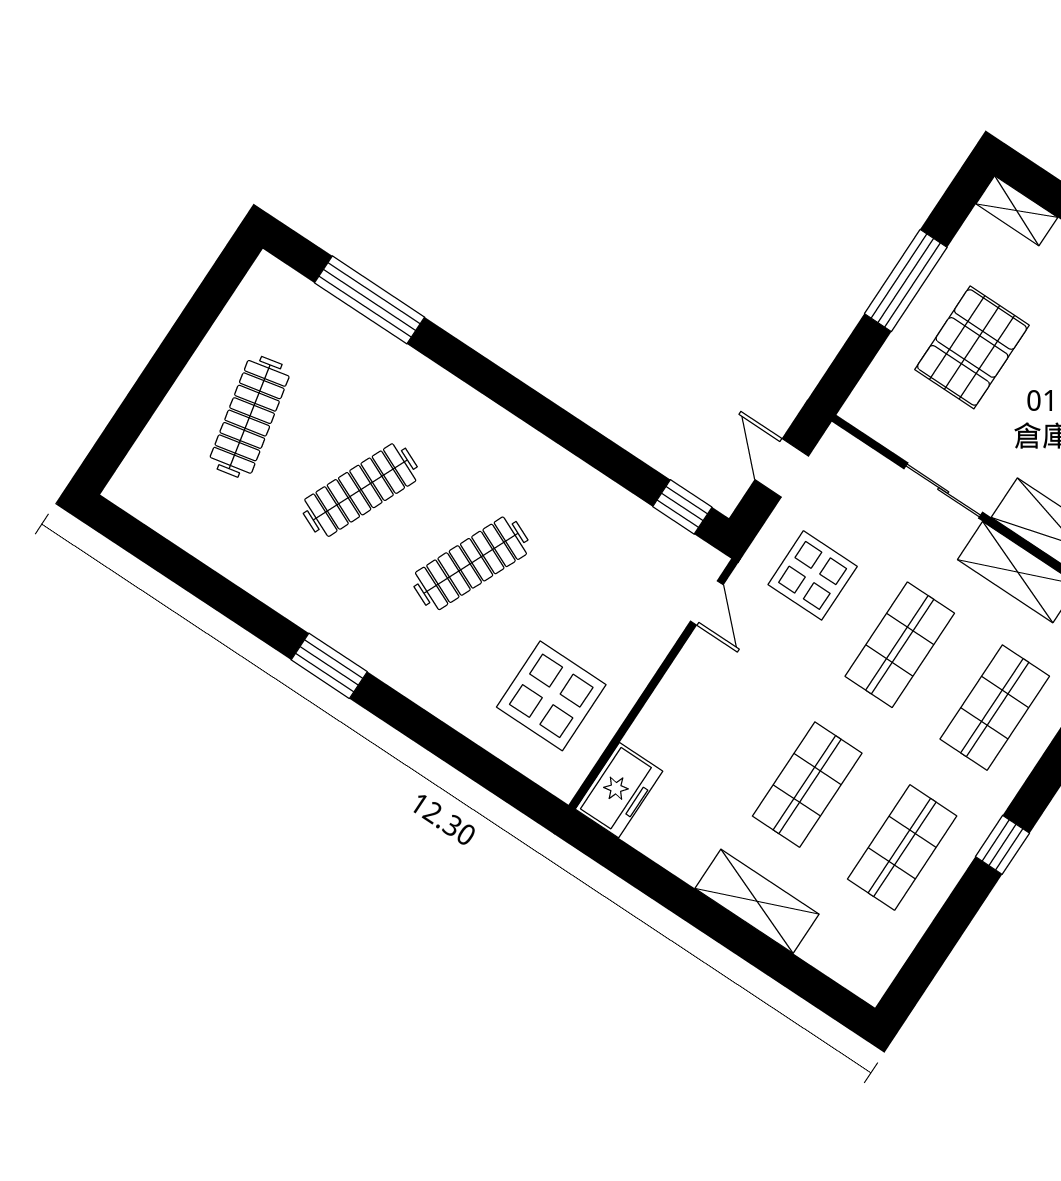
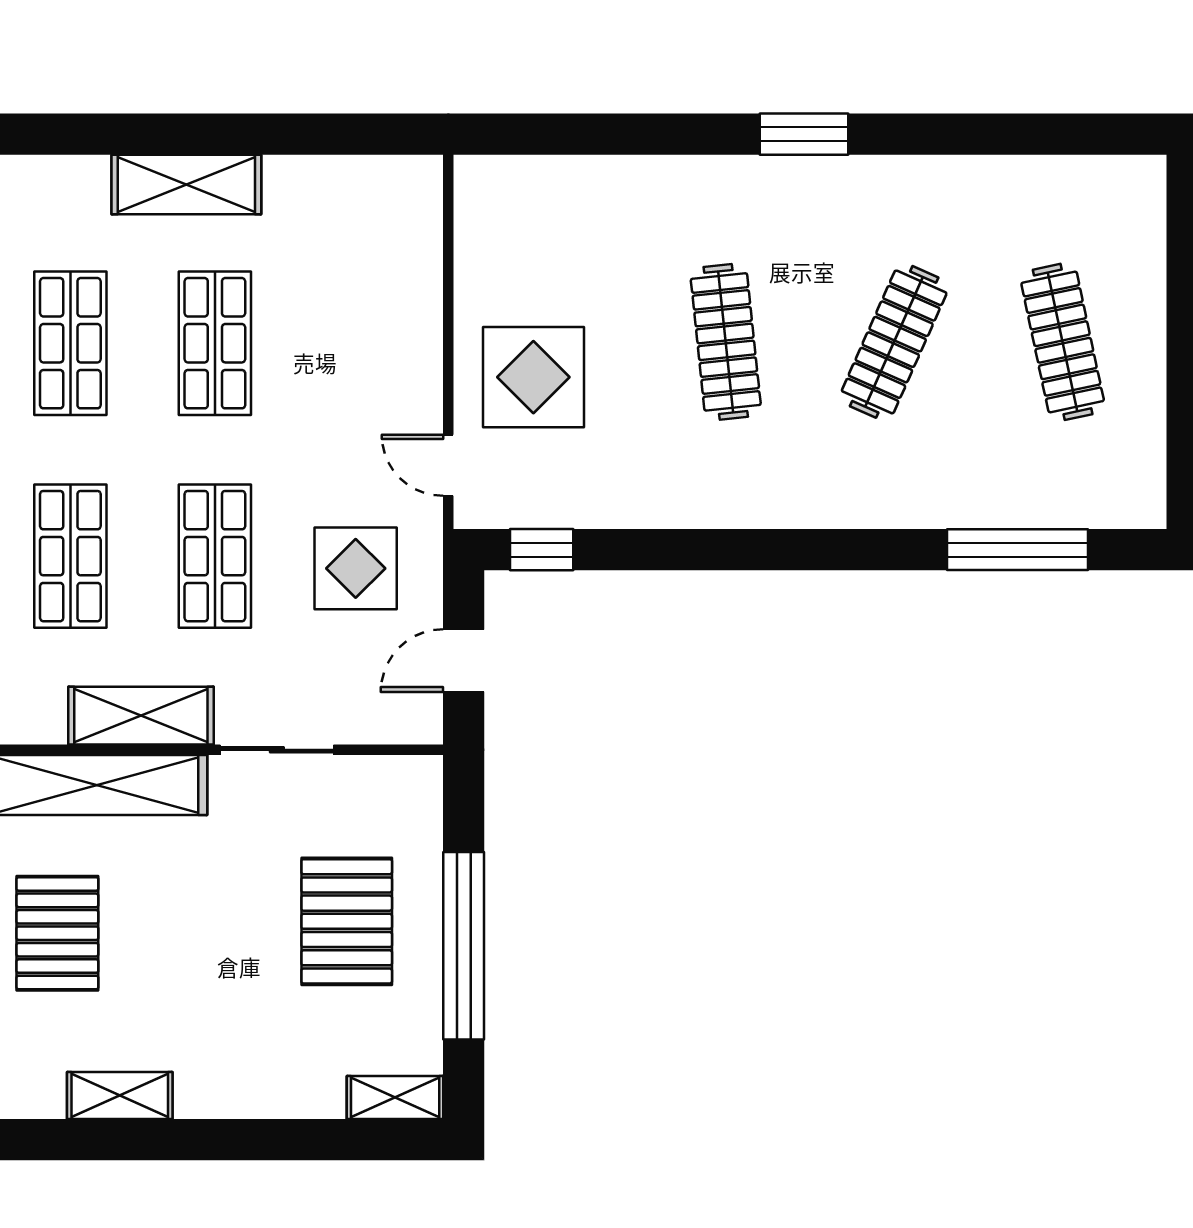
window: (906, 280) -> (464, 946), width x1.46
door: (782, 468) -> (464, 661), swing flipped
clothes rail: (471, 563) -> (726, 342), turned -30
display table: (551, 696) -> (533, 377), moved
freezer: (619, 790) -> (410, 205), removed

